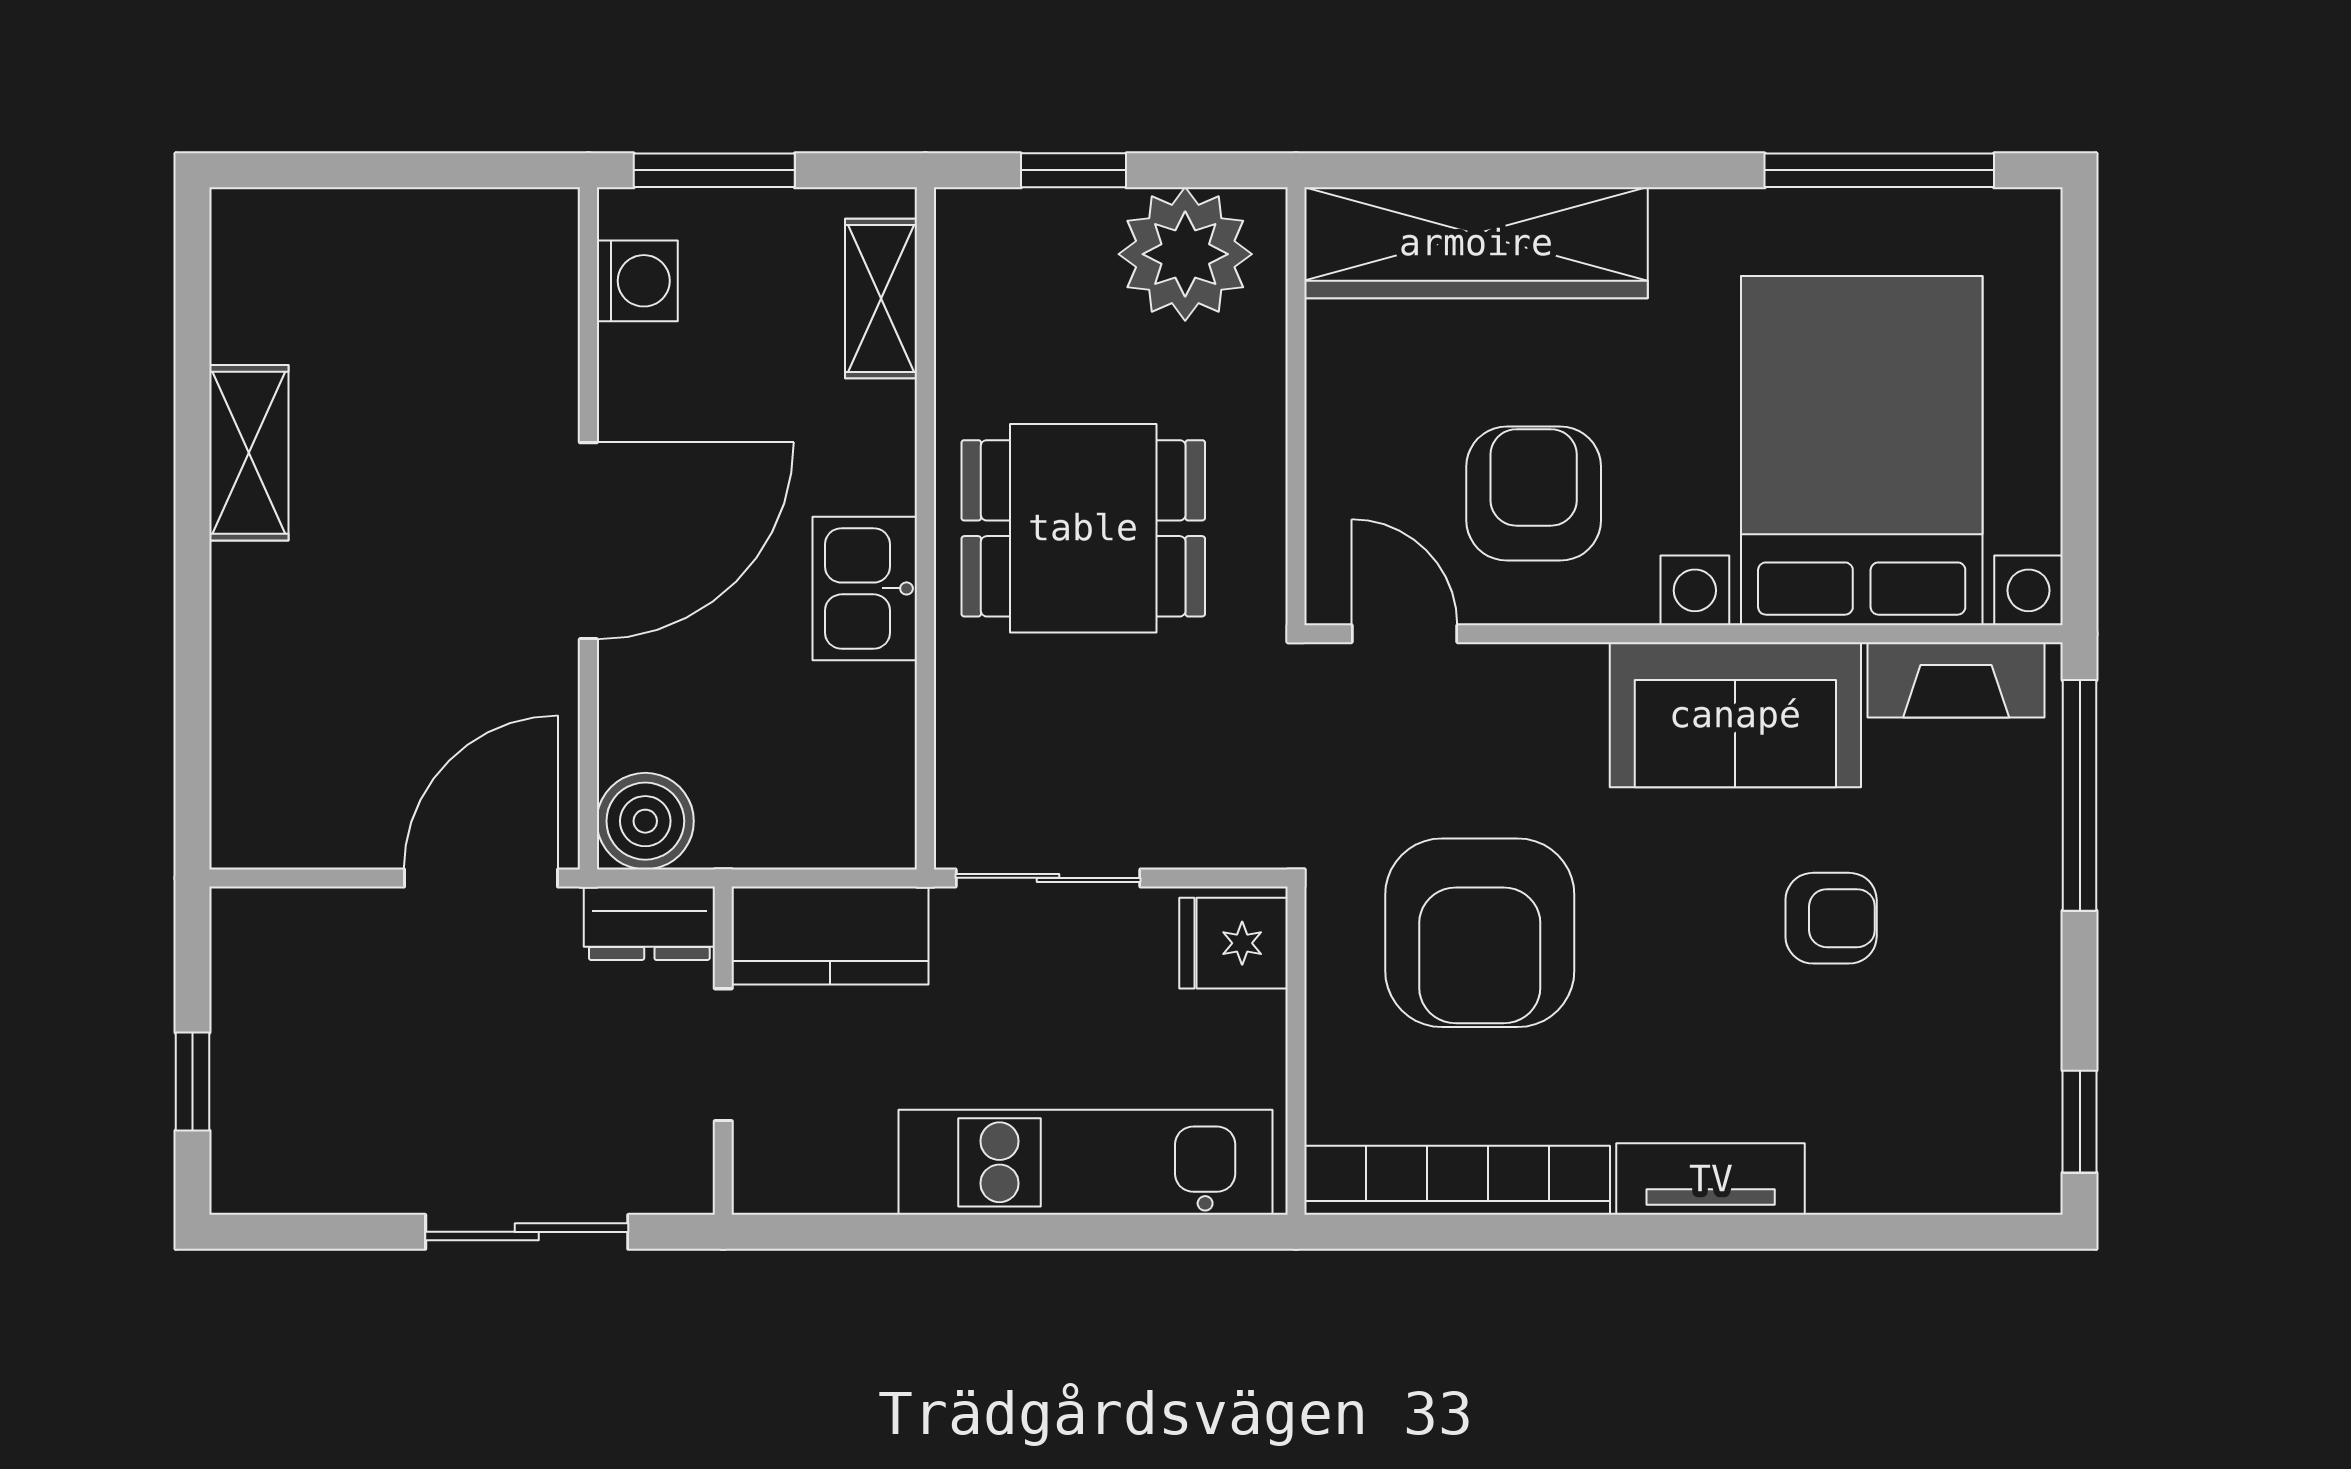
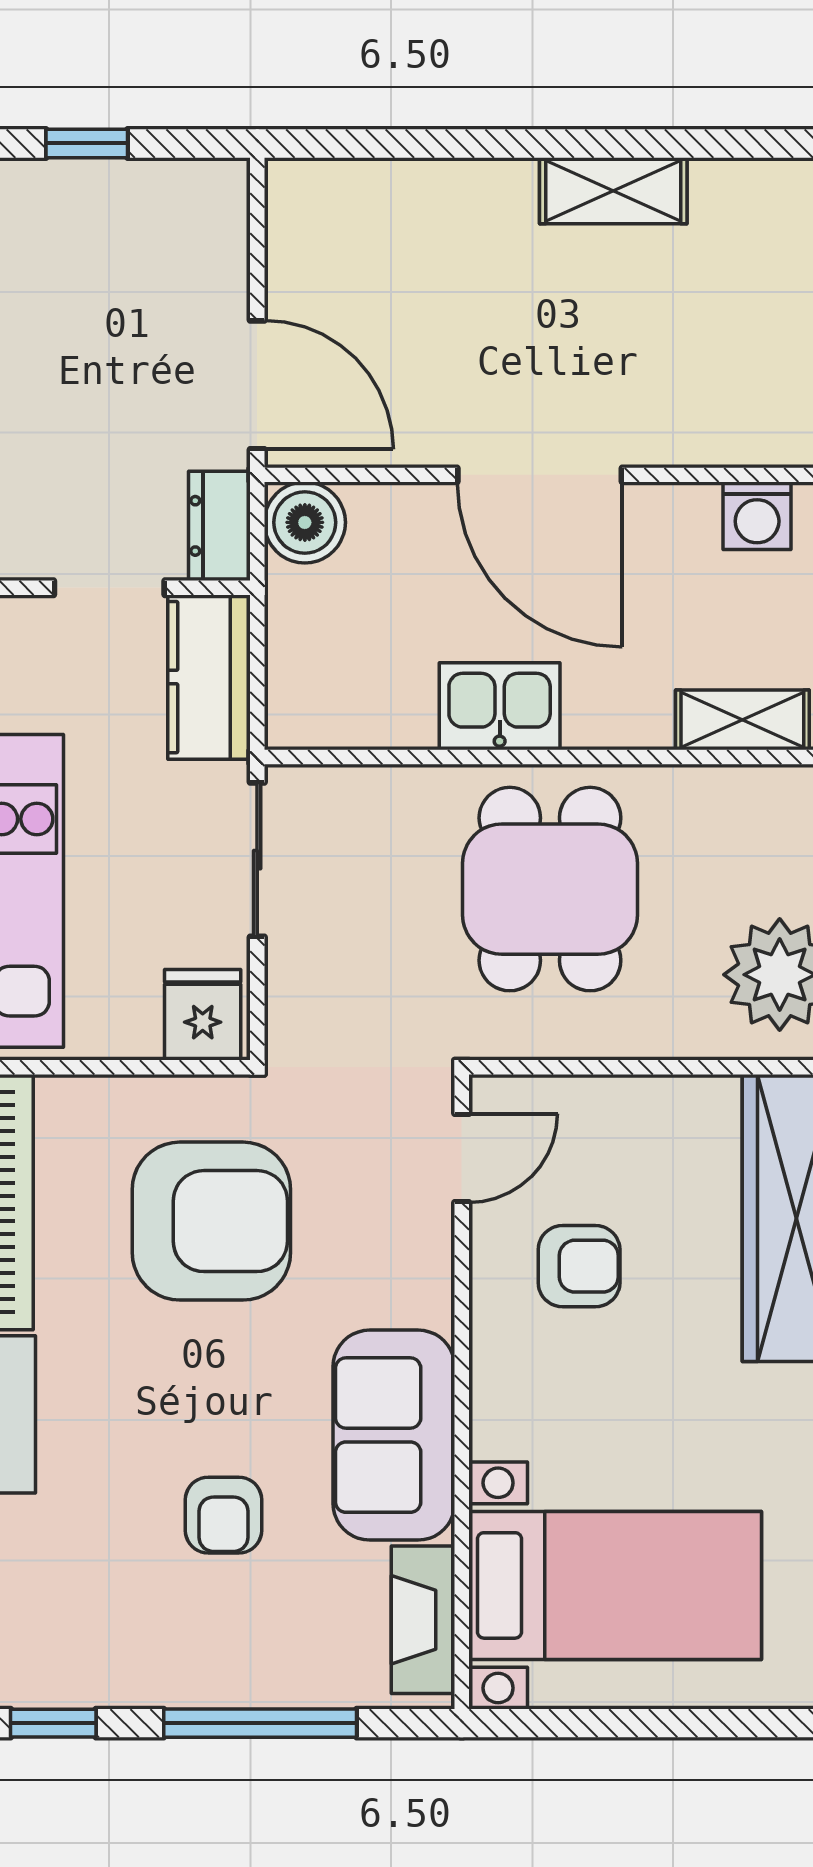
bed with nightstands: (1862, 451) -> (615, 1585), width x0.73
armchair: (1534, 494) -> (579, 1266), width x0.72, depth x0.72
window: (2080, 795) -> (260, 1723), moved
armchair: (1480, 933) -> (211, 1221), turned 180

